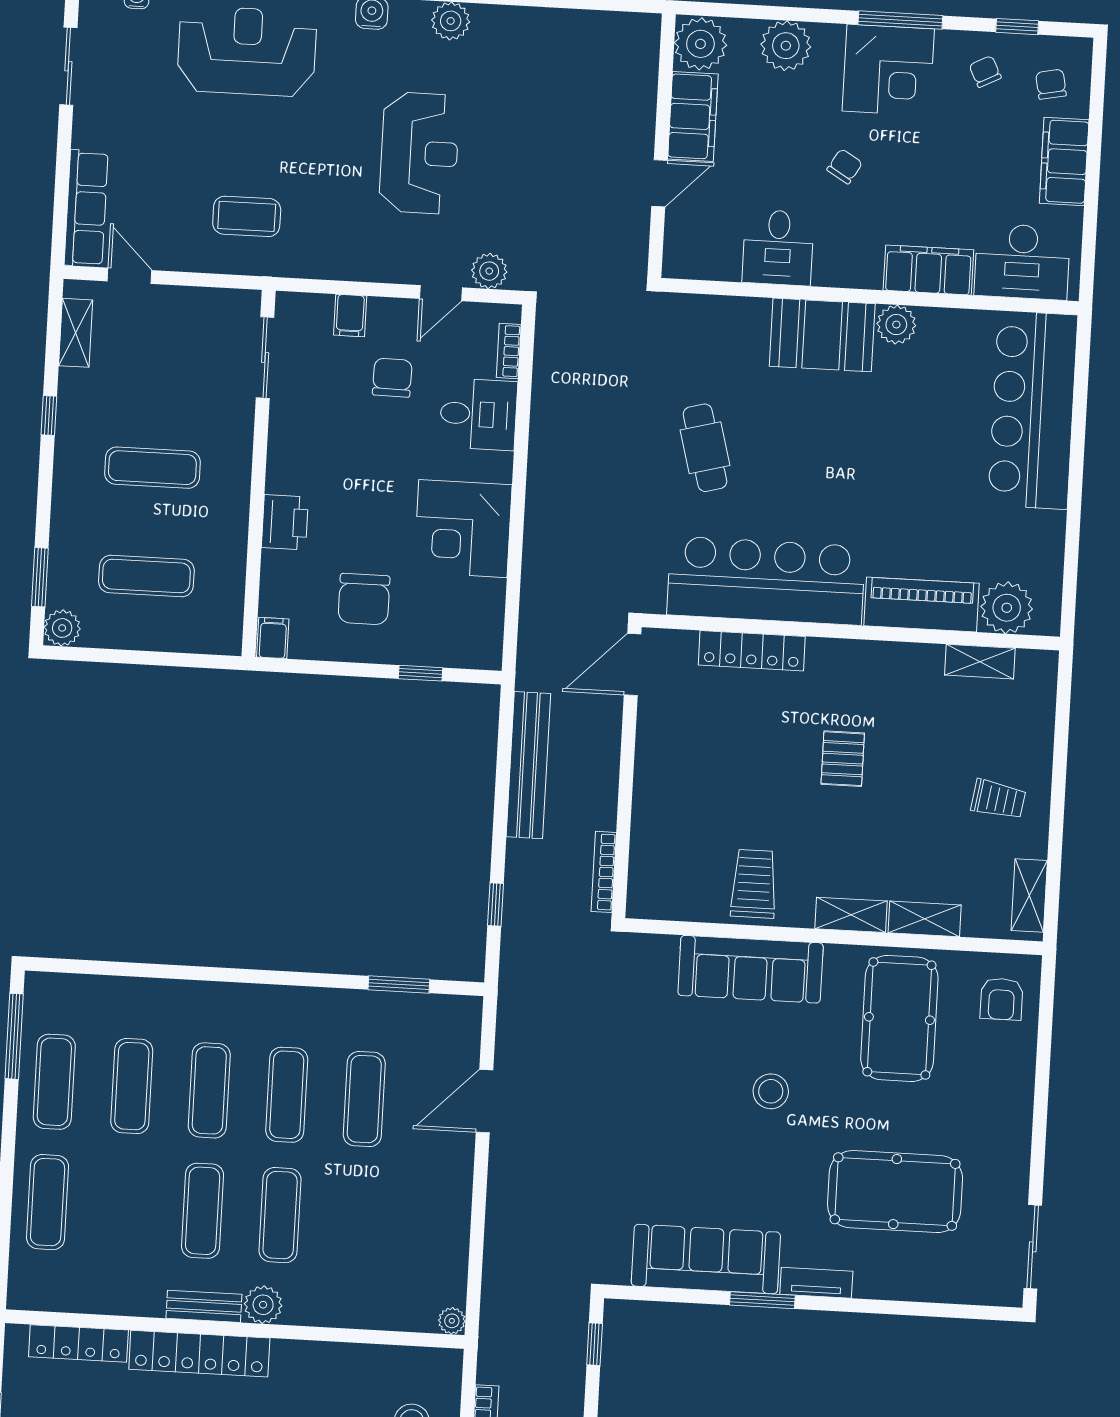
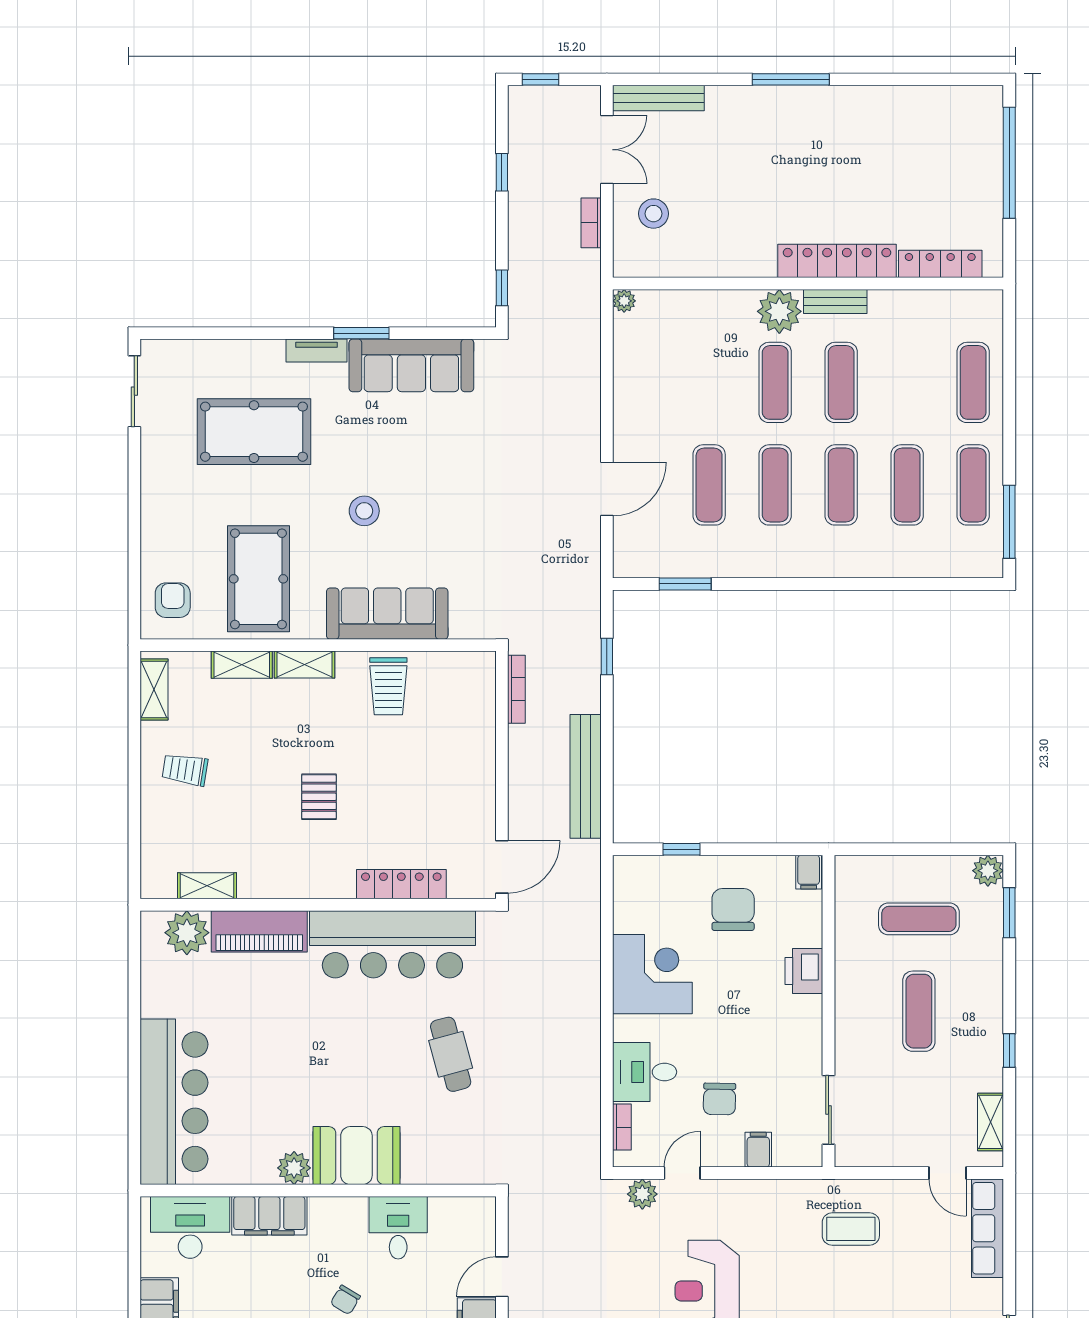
exercise mat: (152, 468) -> (919, 1011), turned 90
plant: (263, 1305) -> (779, 311), width x1.36, depth x1.36

